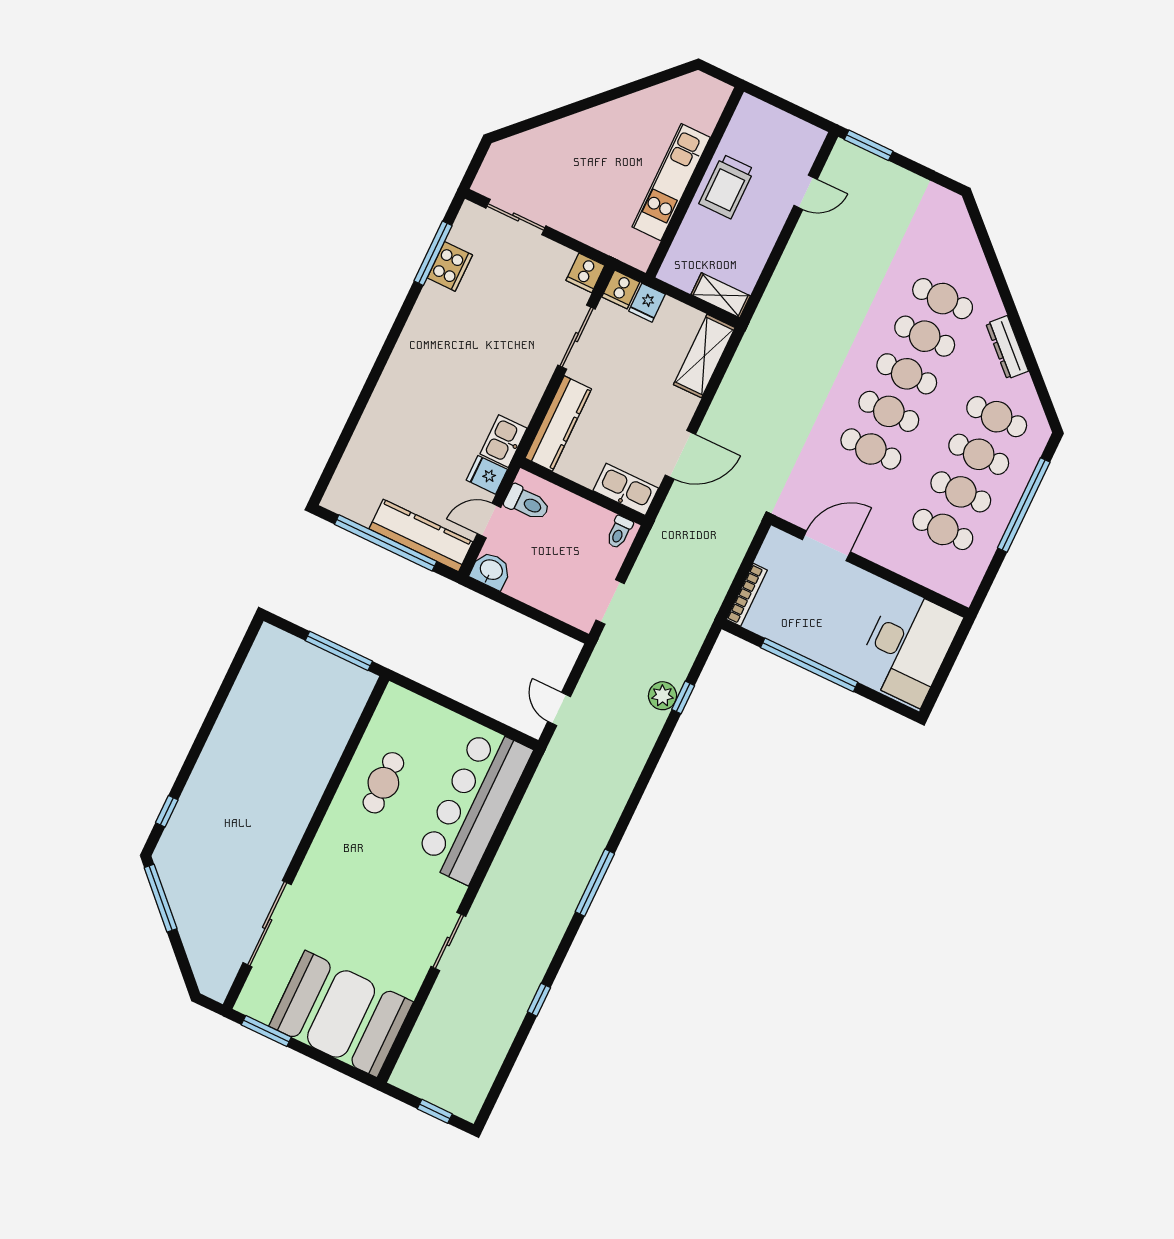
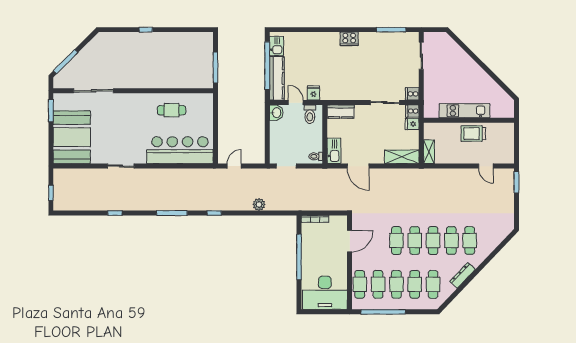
cooker: (450, 266) -> (349, 39), moved
kitchen counter: (558, 423) -> (341, 112), width x0.67
kitchen sink: (504, 441) -> (277, 46), moved, turned 90
window: (1024, 505) -> (383, 312), moved
door: (826, 546) -> (350, 241), hinge flipped
cafe table: (925, 567) -> (360, 284), added
window: (683, 697) -> (214, 213), moved
window: (167, 811) -> (146, 30), moved
window: (161, 898) -> (66, 62), moved

